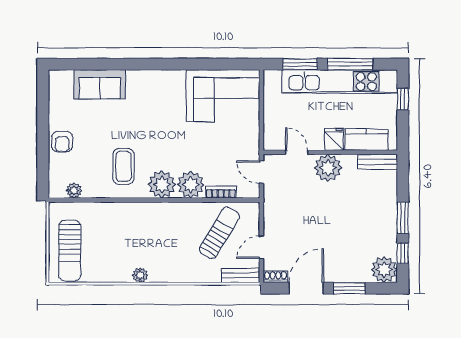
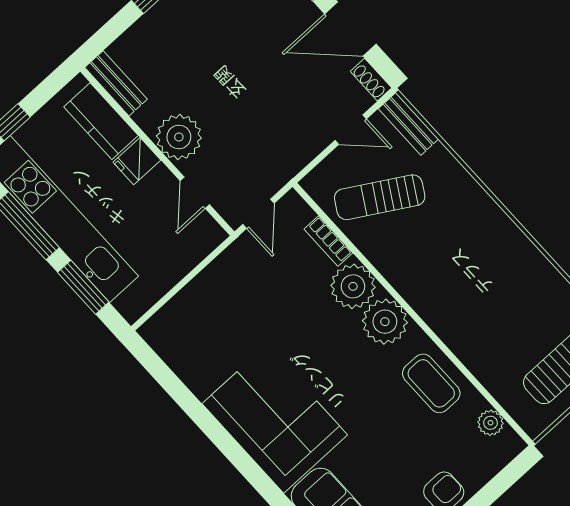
corner sofa: (223, 96) -> (275, 419), moved
coffee table: (123, 166) -> (431, 383), moved, turned 90
plant: (140, 275) -> (520, 247), removed

